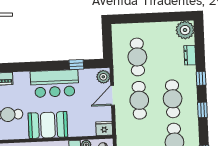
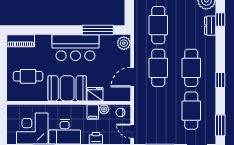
window: (76, 65) -> (98, 30), width x2.17
window: (201, 78) -> (220, 19), moved
door: (113, 95) -> (132, 77), moved
fridge: (104, 129) -> (95, 94), moved

